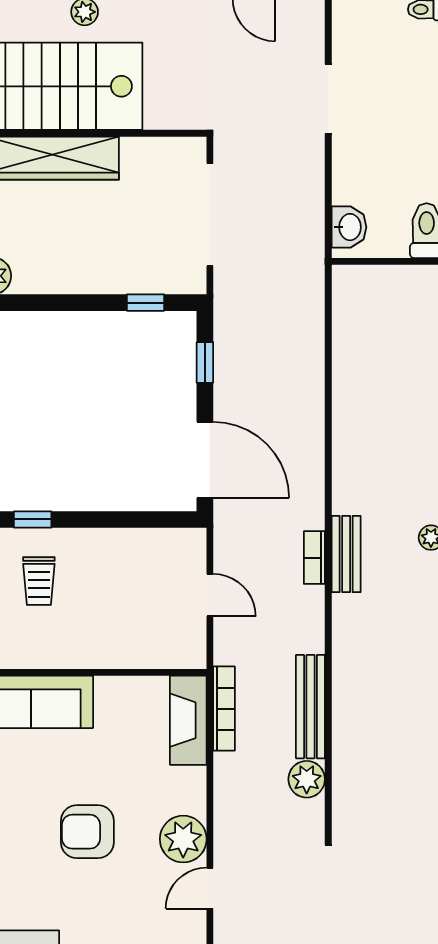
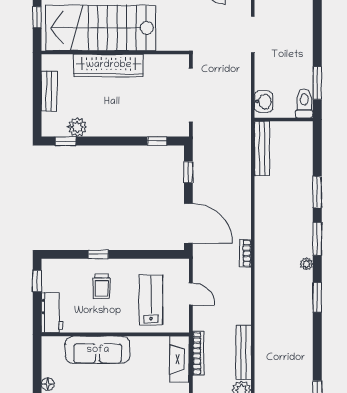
bench: (346, 554) -> (262, 148), moved, width x1.36
bookcase: (314, 558) -> (246, 253), moved
lab bench: (134, 607) -> (151, 300), added

